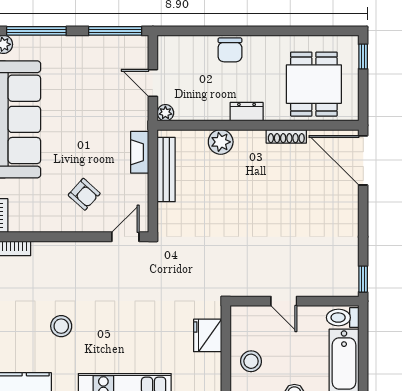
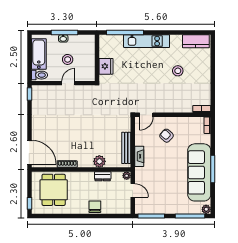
dresser: (247, 112) -> (103, 176), moved
door: (284, 301) -> (68, 83), hinge flipped
stool: (251, 361) -> (68, 59), moved

